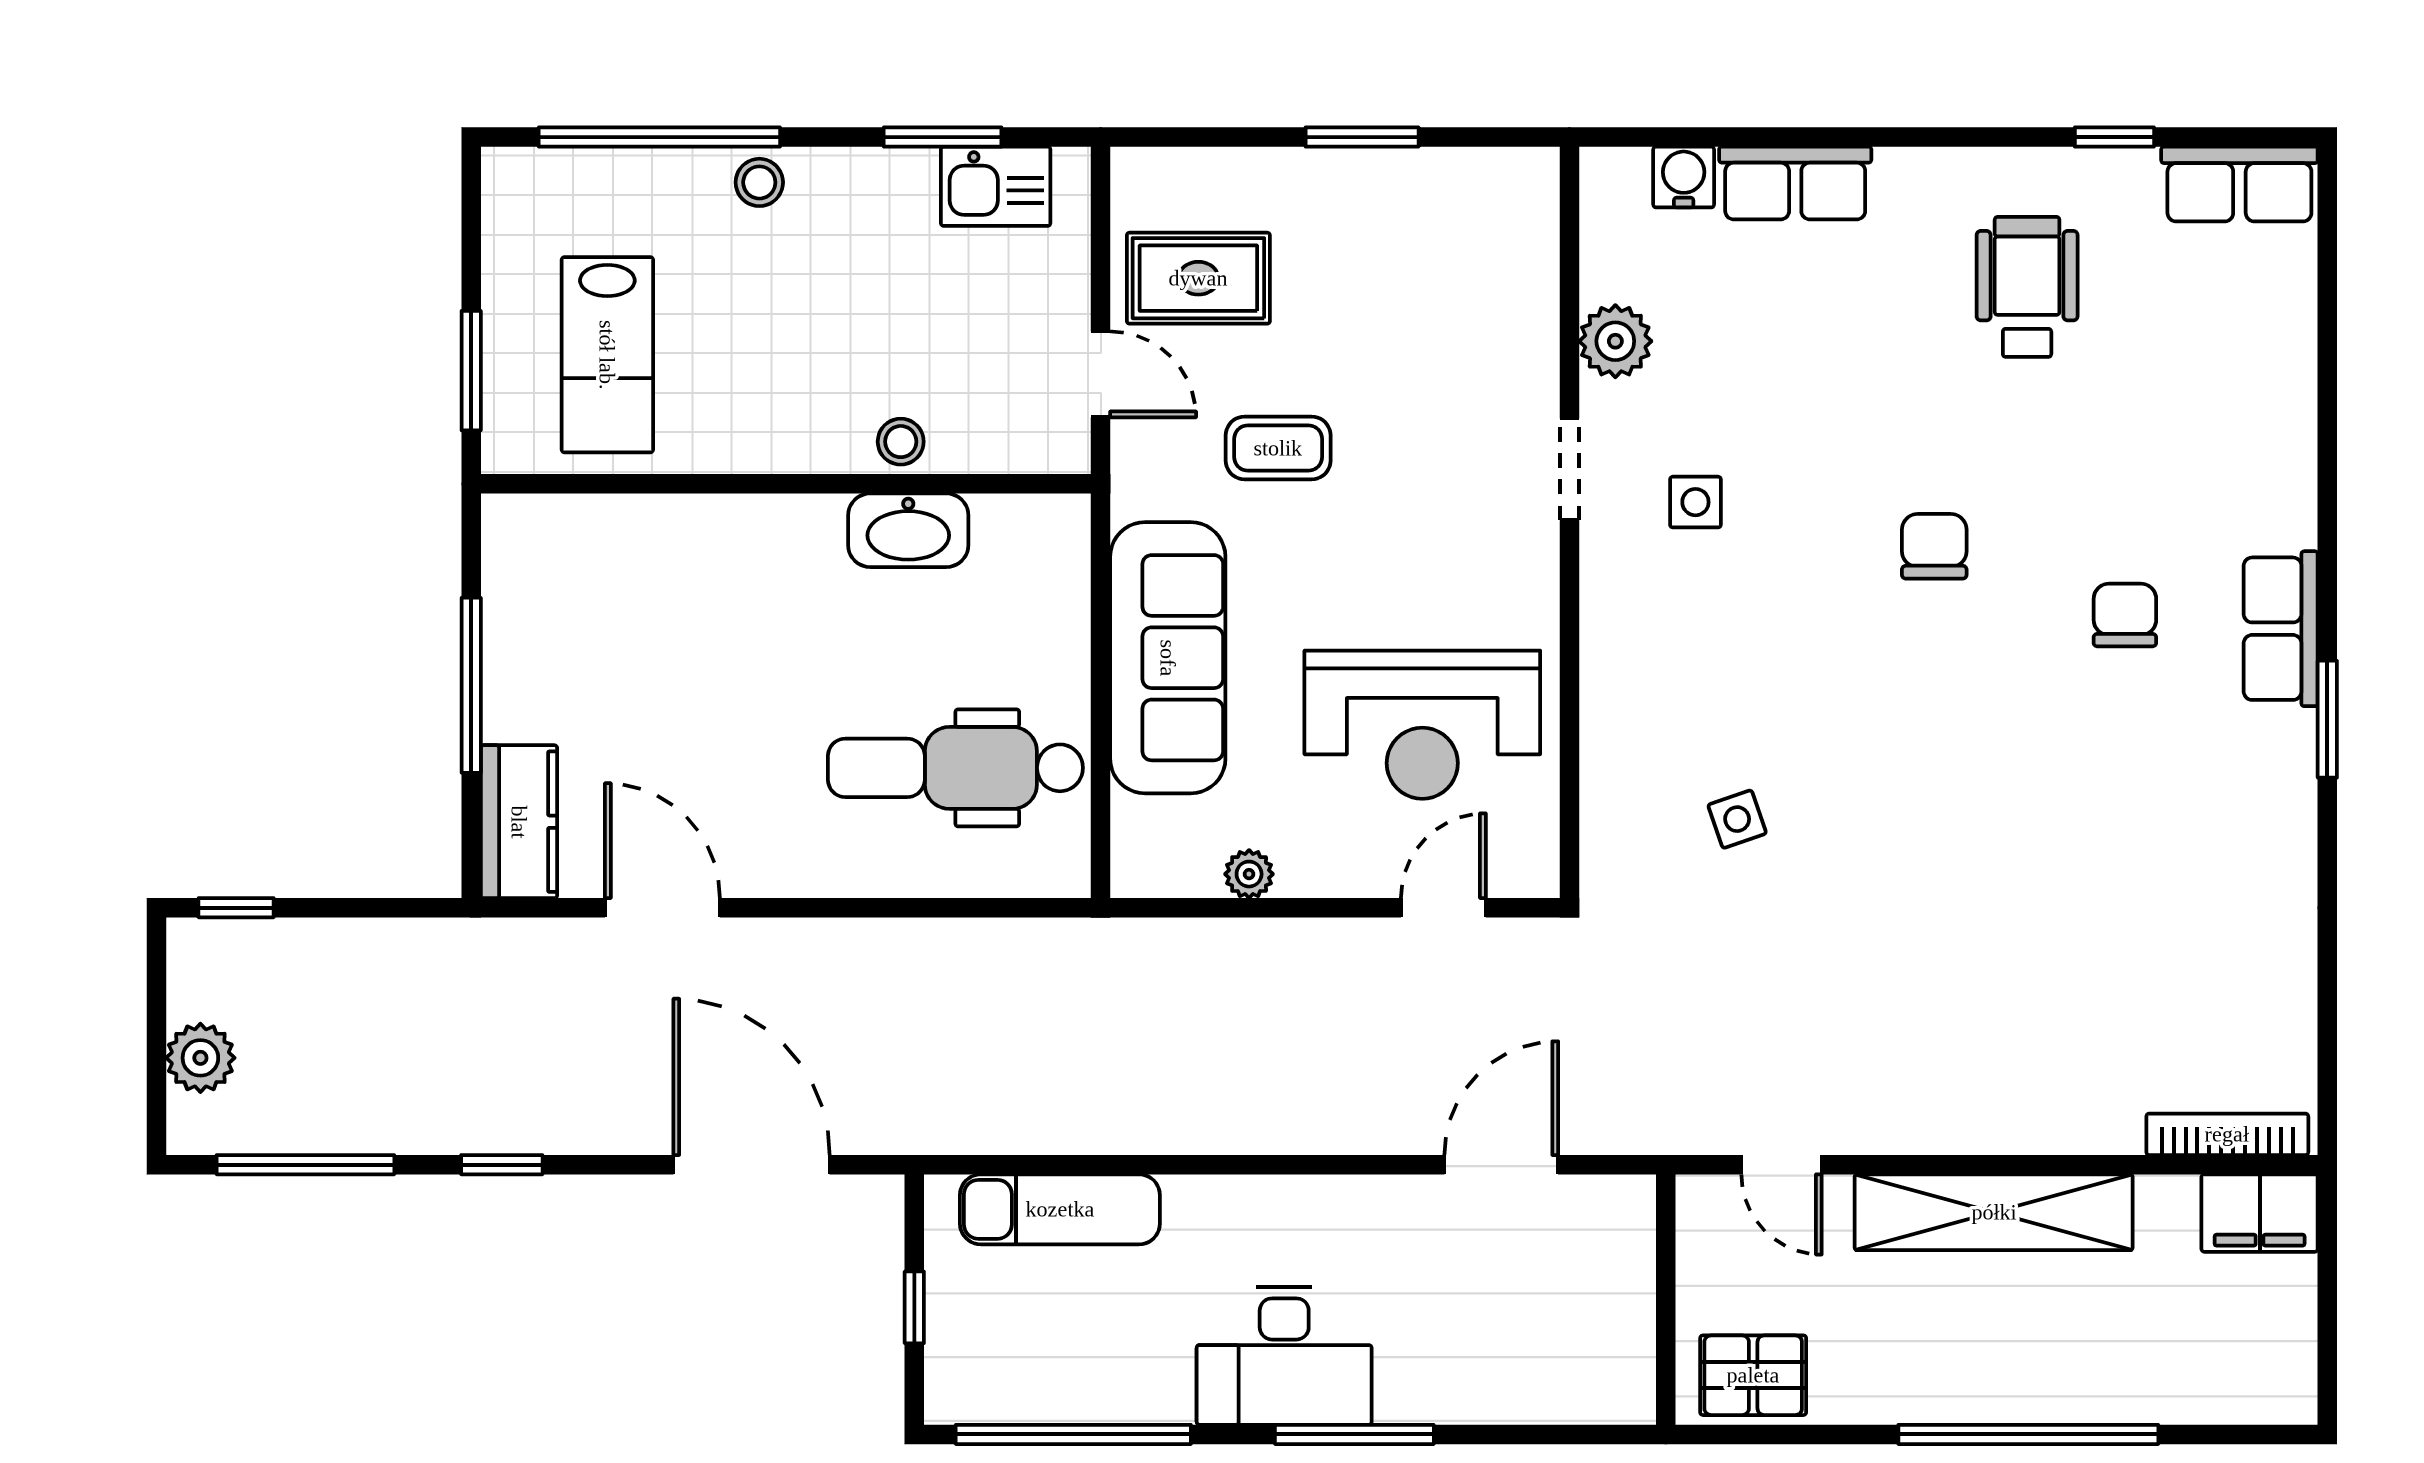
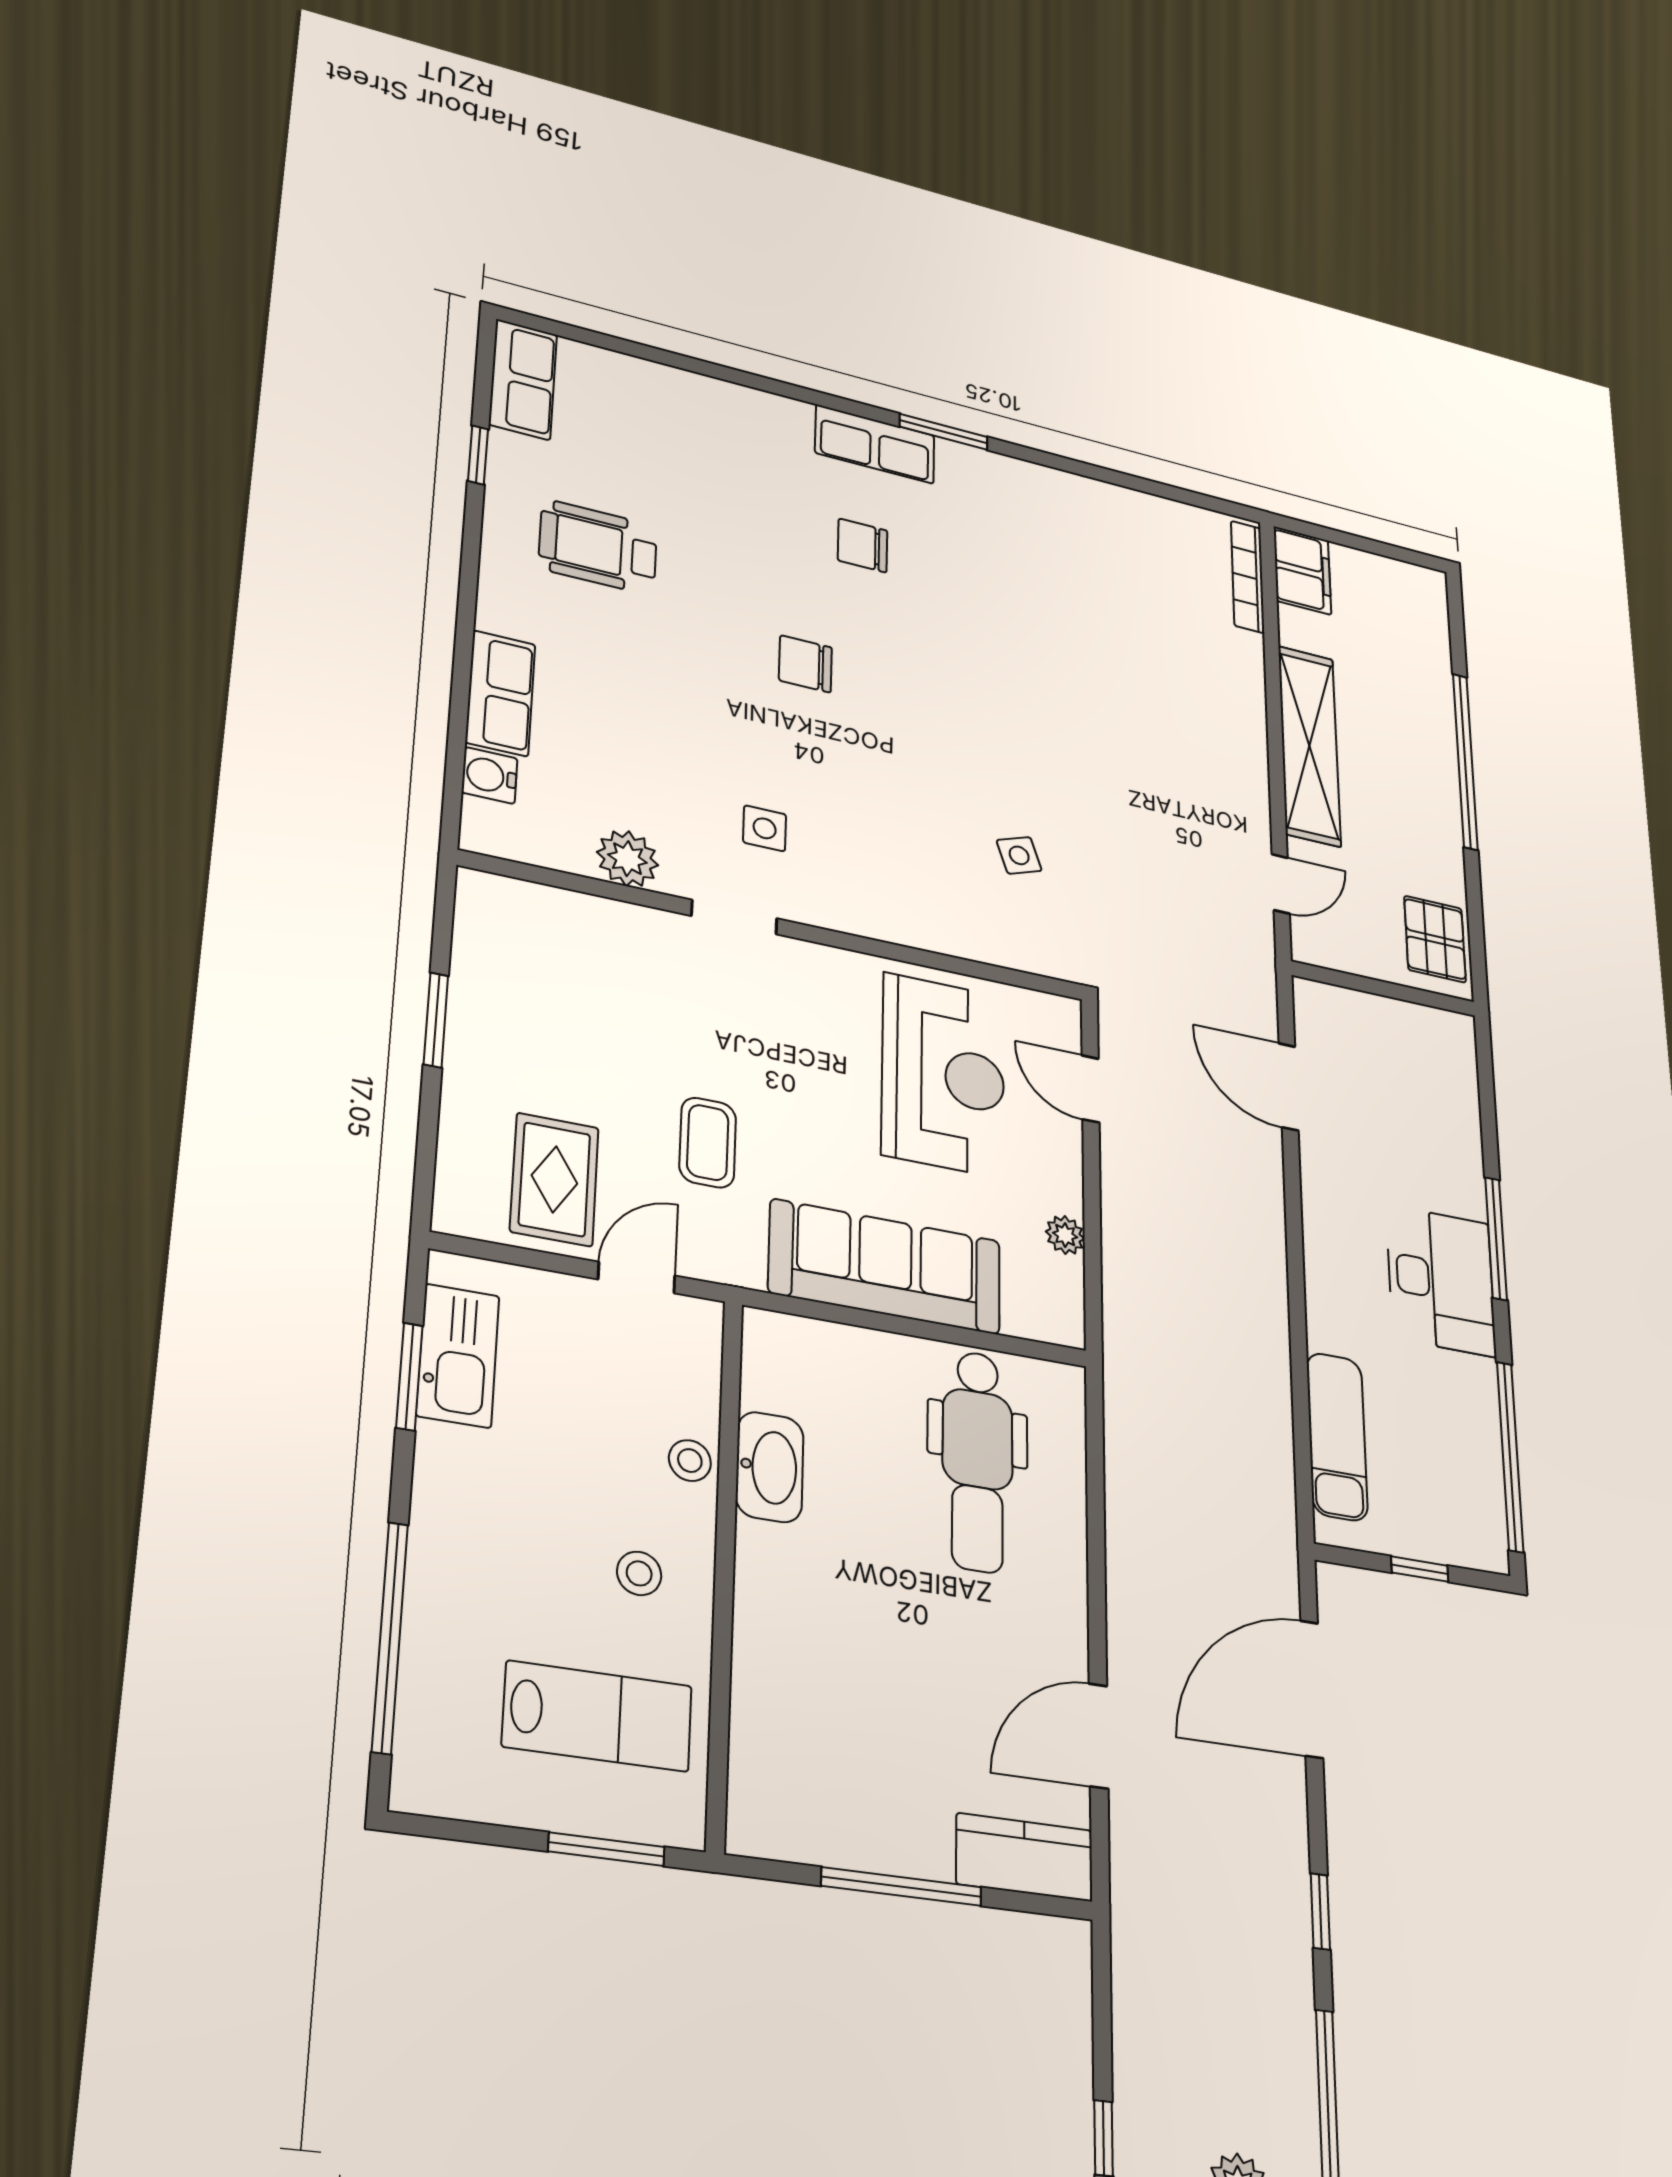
stool: (759, 182) -> (639, 1573), moved
kitchen sink: (996, 186) -> (458, 1356), width x1.38

